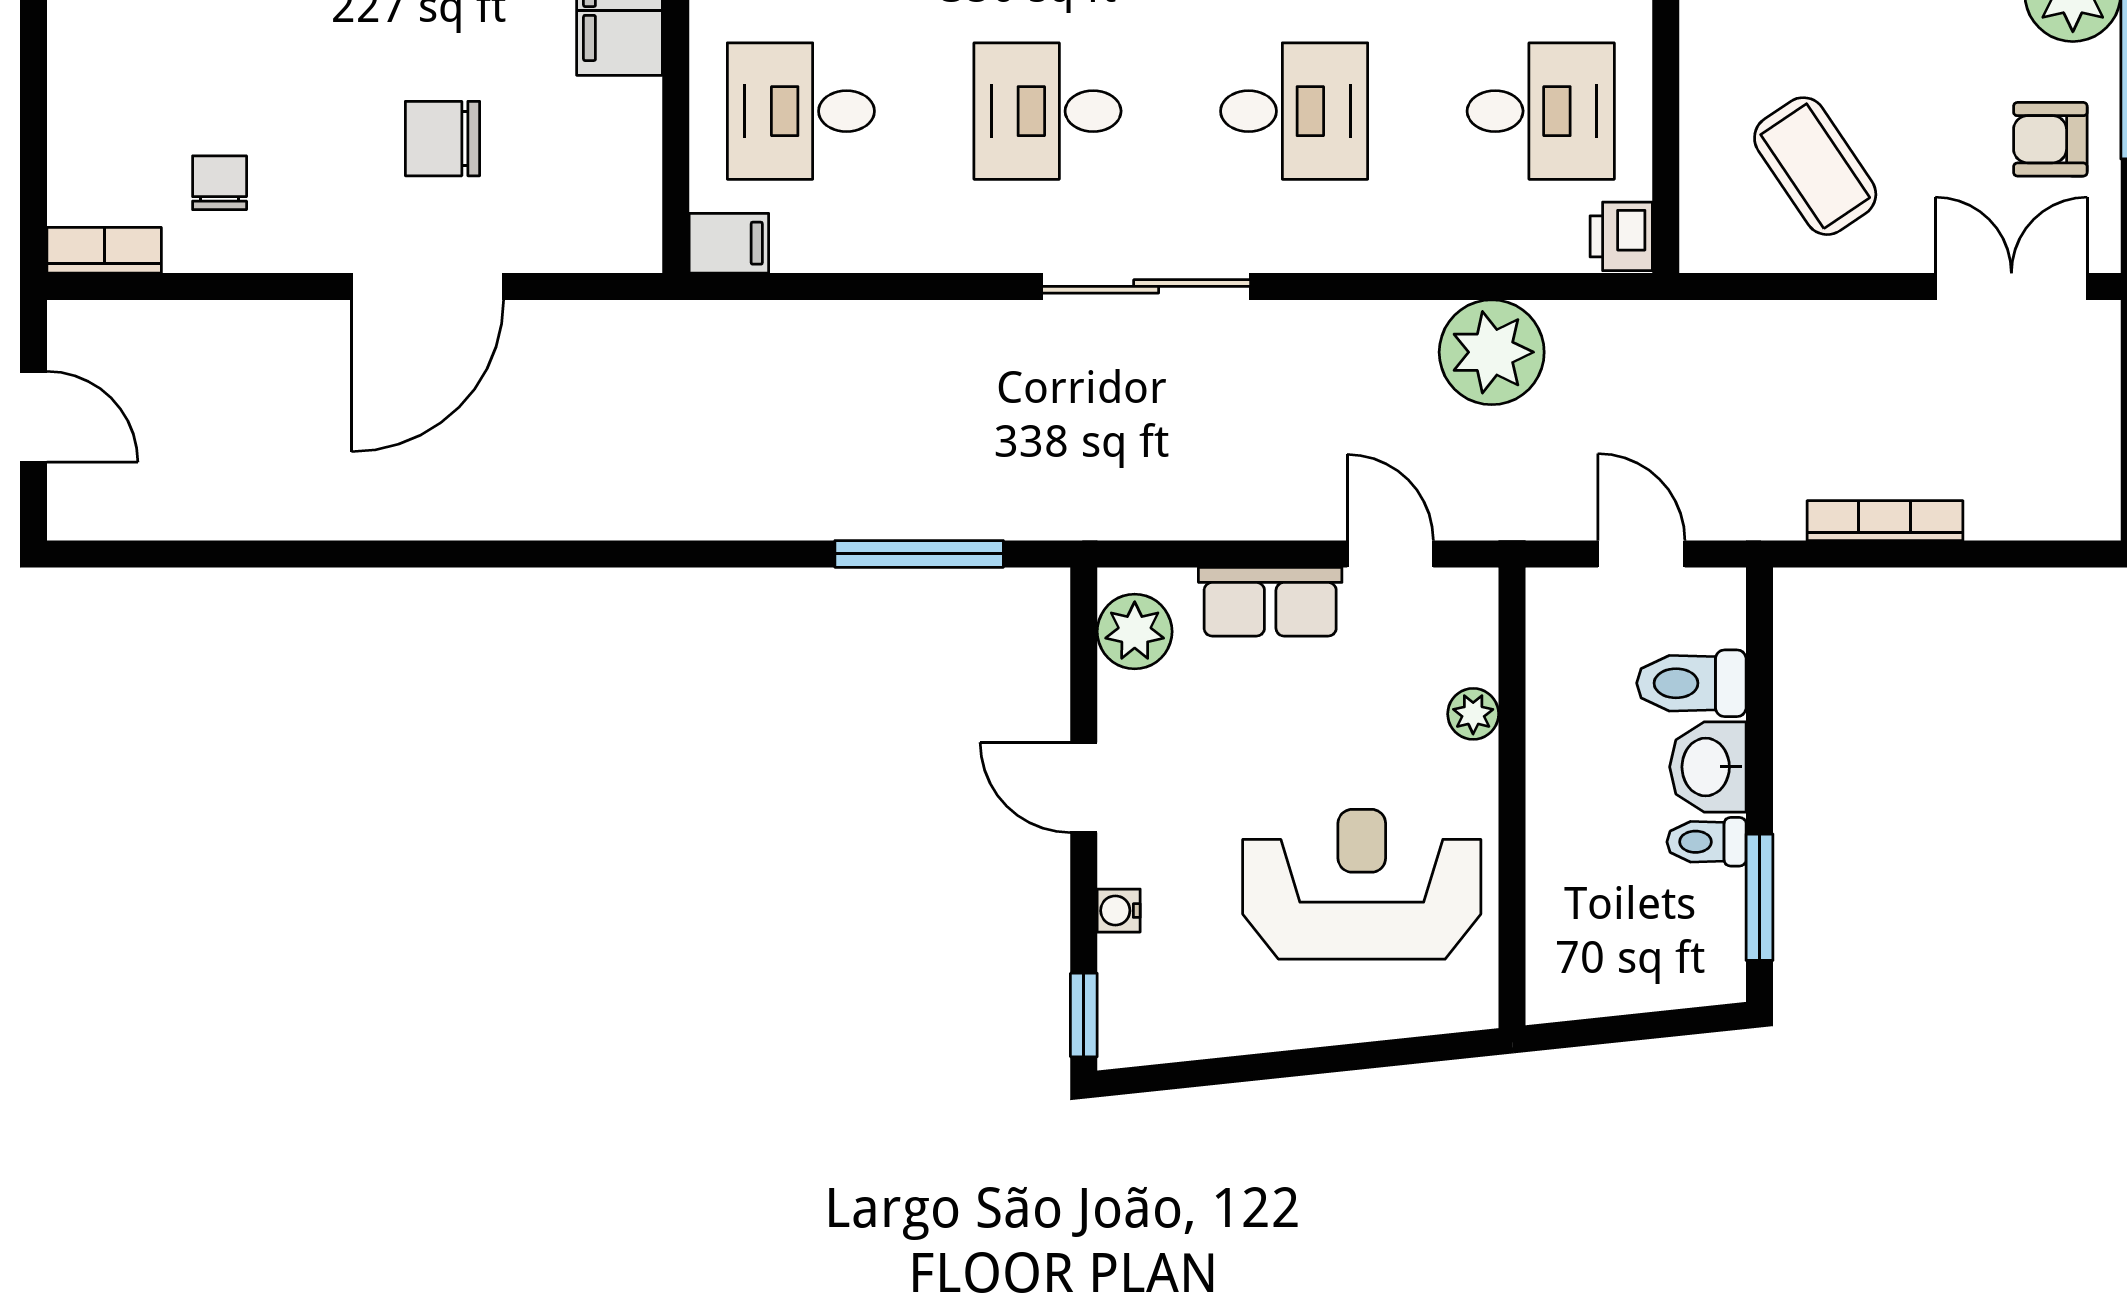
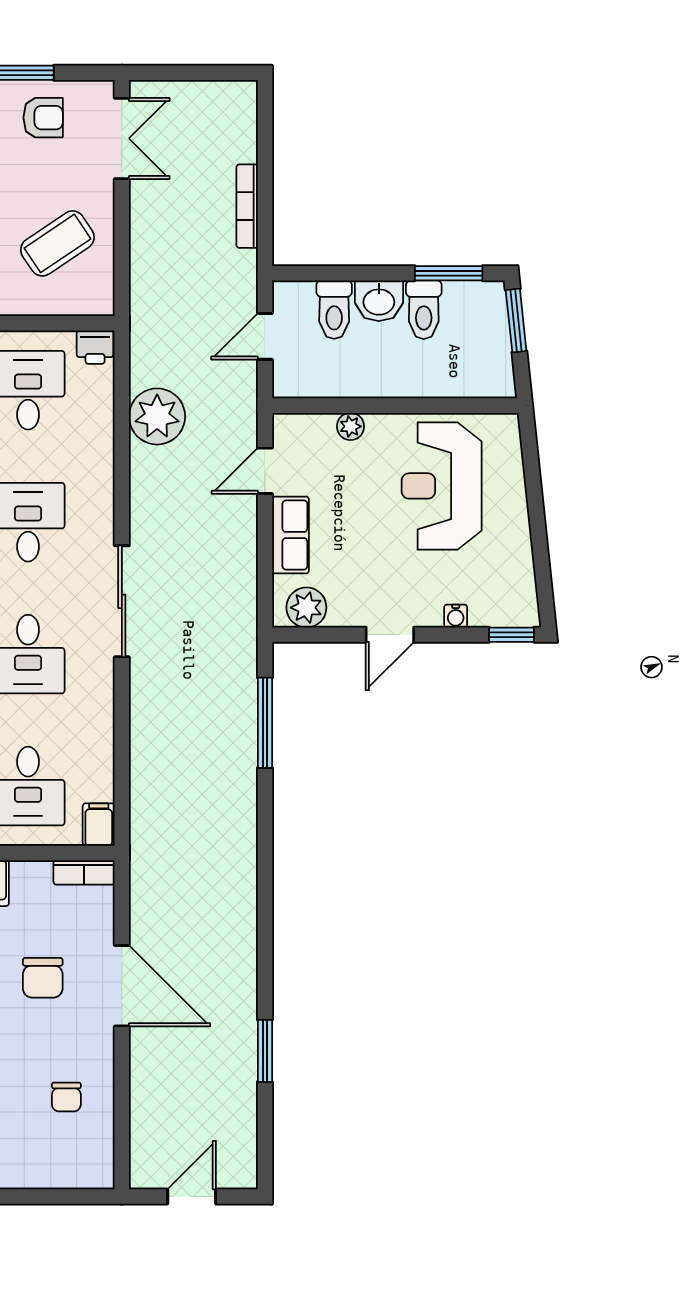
armchair: (2050, 139) -> (43, 118), turned -90
chair: (220, 183) -> (66, 1097), turned -90
bookcase: (104, 250) -> (84, 872), moved, turned -90
double door: (2011, 286) -> (122, 138), swing flipped
window: (306, 554) -> (265, 1051), added
toilet: (1707, 842) -> (424, 310), width x1.37, depth x1.39
window: (1671, 1023) -> (516, 321), added

